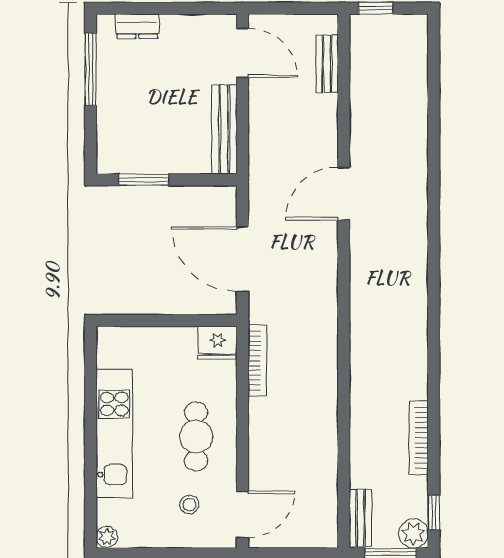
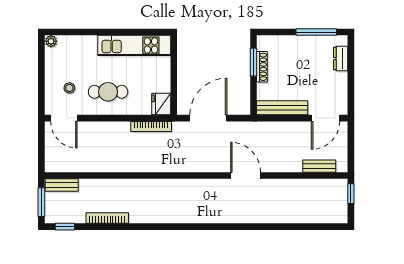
shoe rack: (152, 165) -> (262, 67), added
kitchen unit: (114, 433) -> (134, 45), moved
plant: (413, 534) -> (53, 215), removed

